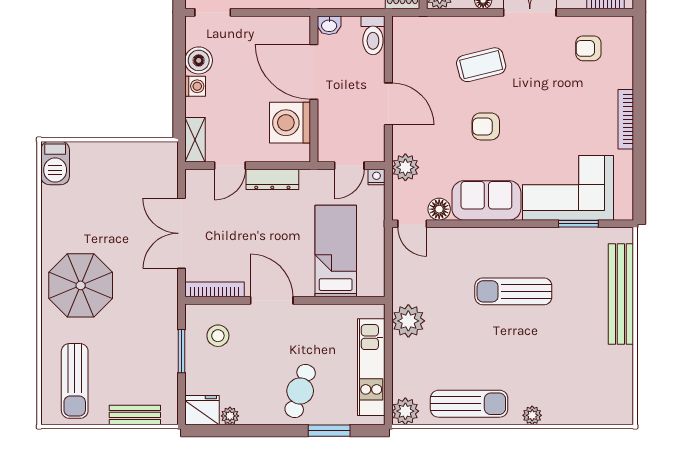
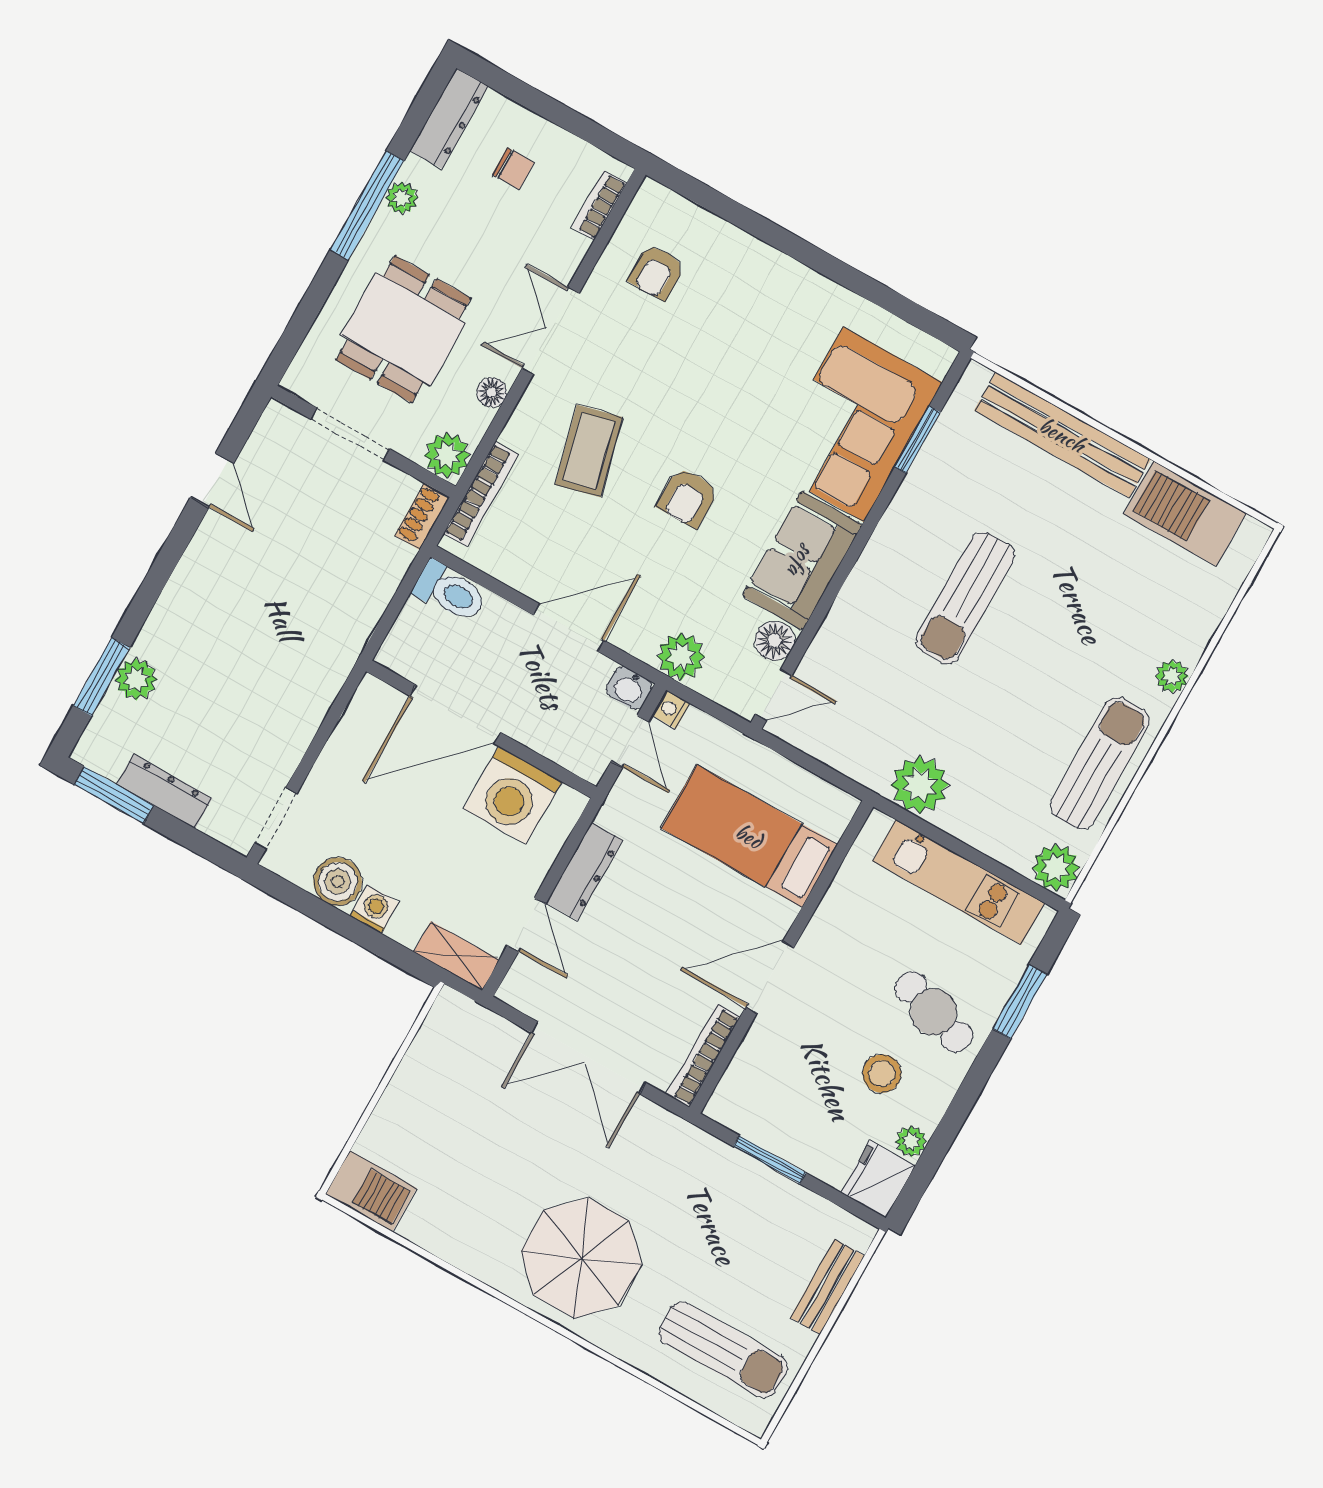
washbasin: (329, 25) -> (629, 688), moved, turned 90
bookcase: (626, 119) -> (481, 494), moved, turned -90
stool: (218, 336) -> (882, 1074), moved
barbecue: (616, 376) -> (1185, 514), added

